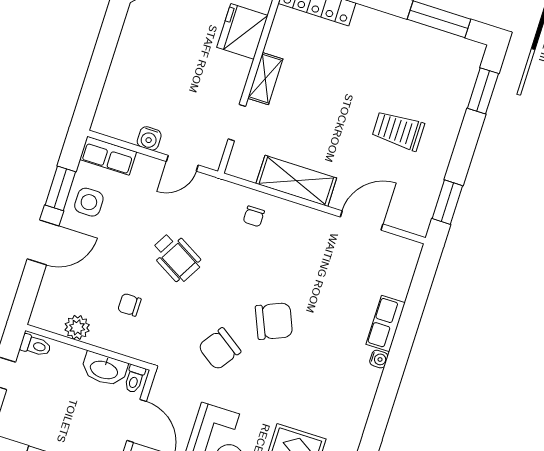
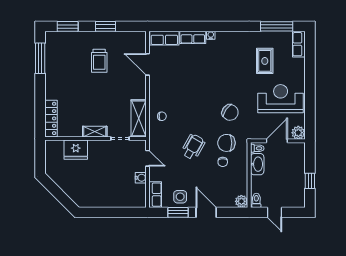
shelving: (296, 181) -> (139, 118), moved
window: (447, 202) -> (106, 26), moved
row of seats: (401, 269) -> (164, 38), added
chair: (274, 321) -> (226, 143), moved, turned -67
plant: (77, 327) -> (241, 201), moved

